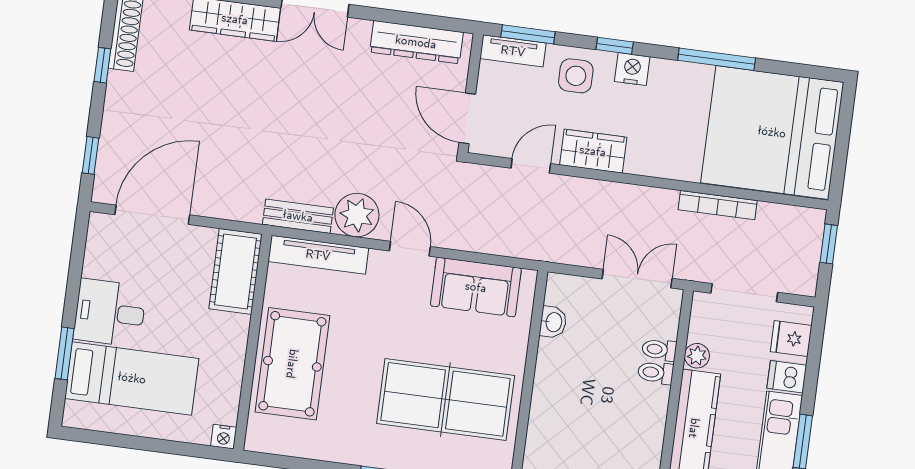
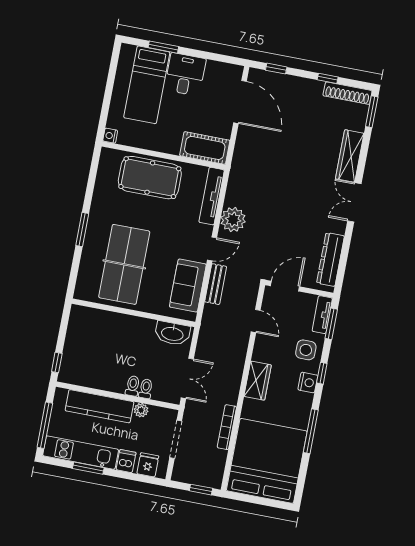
wardrobe: (593, 151) -> (258, 381), moved
bench: (298, 216) -> (216, 284), moved
washbasin: (553, 322) -> (172, 333), width x1.91, depth x1.45

